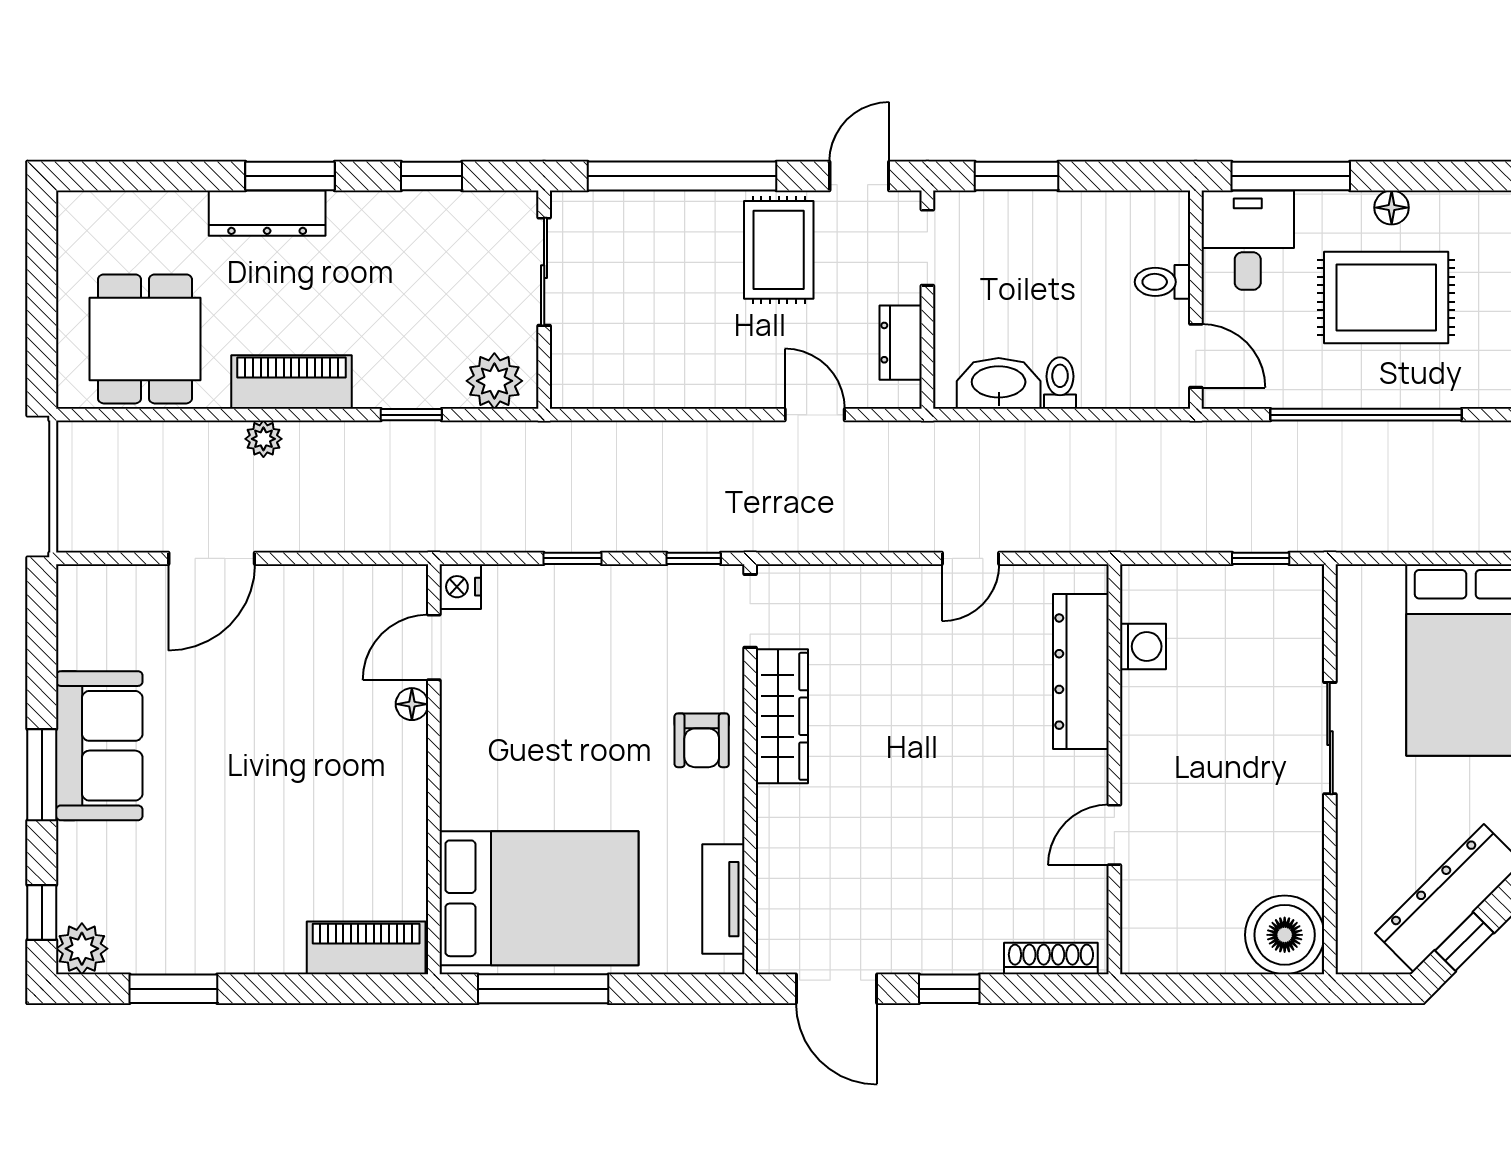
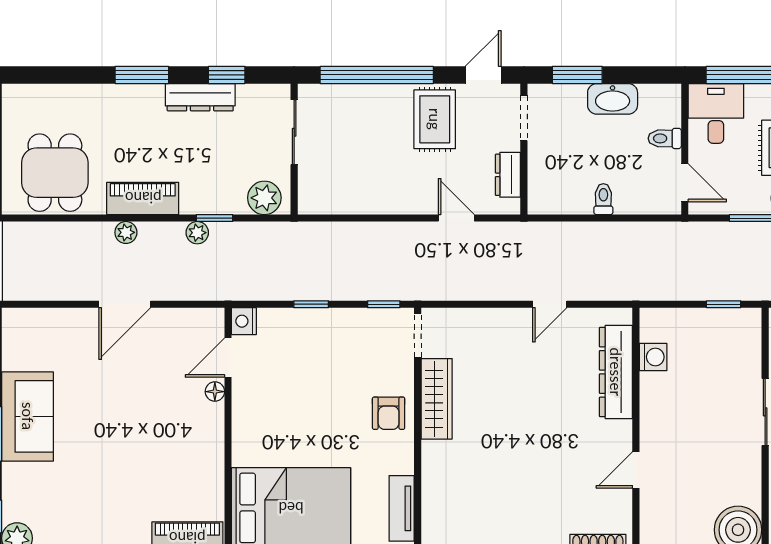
dresser: (267, 213) -> (200, 97), moved
washbasin: (999, 383) -> (613, 99), moved, turned 180
plant: (382, 439) -> (197, 233), added
door: (212, 558) -> (125, 304), moved

